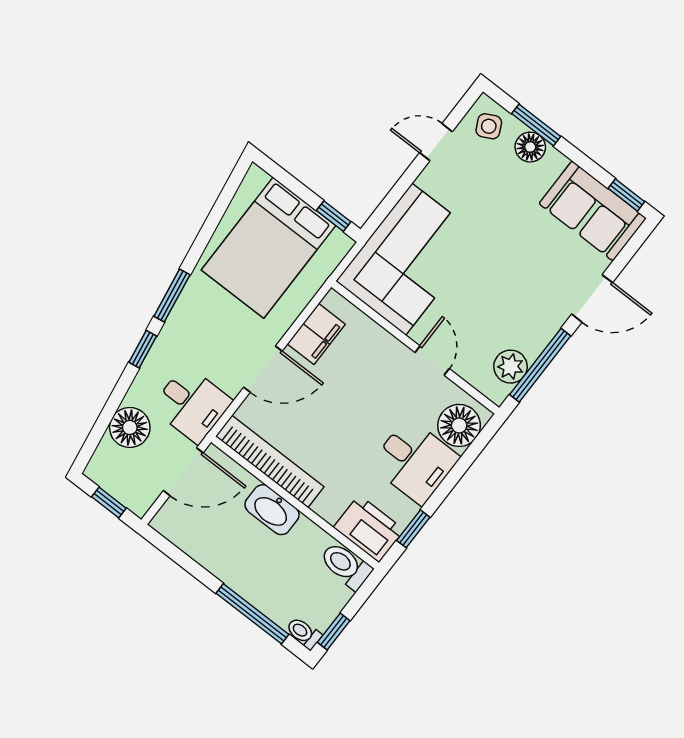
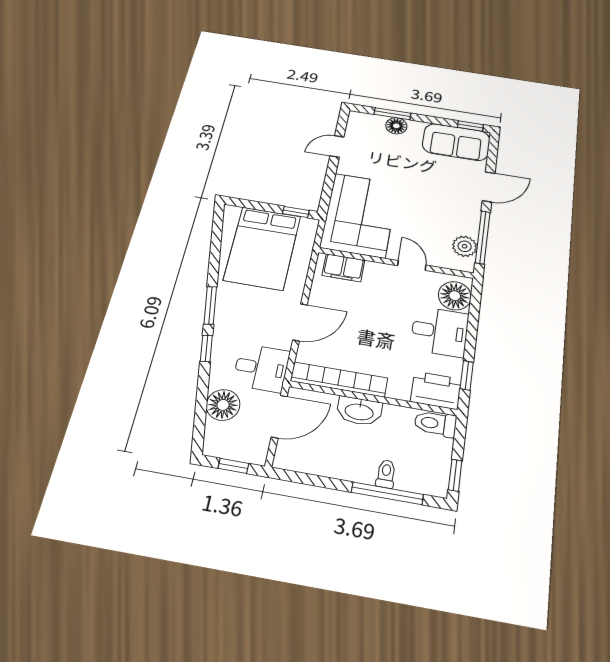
side table: (489, 126) -> (364, 126), removed
filing cabinet: (316, 334) -> (343, 268), moved, turned 90
toilet: (304, 633) -> (386, 474), moved, turned 90

